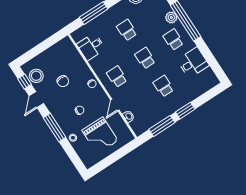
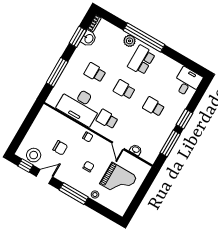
school desk: (173, 40) -> (141, 60), width x1.85
desk: (91, 47) -> (80, 105), width x1.87, depth x1.30
desk: (193, 63) -> (187, 82), moved
door: (36, 100) -> (45, 177), swing flipped

